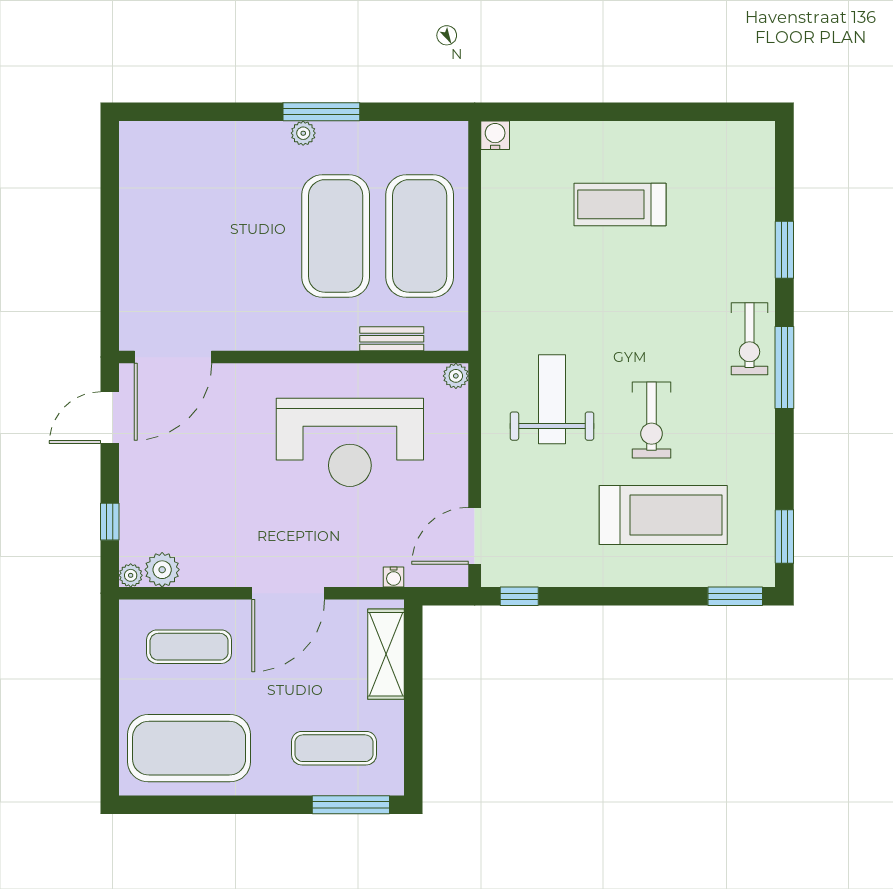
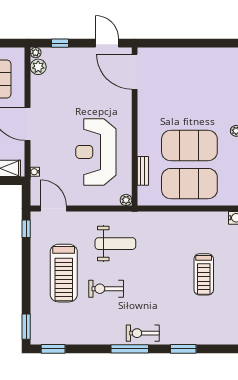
treadmill: (620, 204) -> (204, 274), turned 180
treadmill: (663, 515) -> (64, 273), moved

